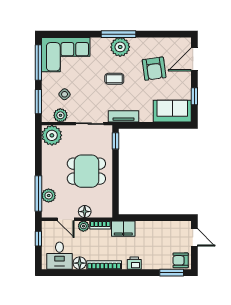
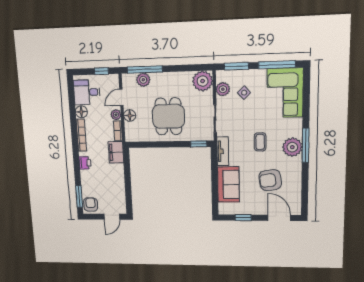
sofa: (172, 111) -> (228, 184), moved

